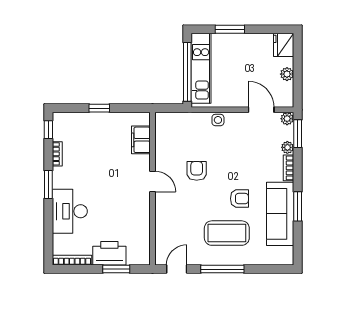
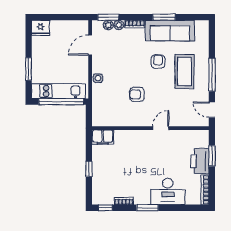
plant: (287, 74) -> (63, 25), removed
plant: (287, 119) -> (108, 25), moved
filing cabinet: (141, 140) -> (103, 137), moved
door: (153, 182) -> (161, 128), moved

